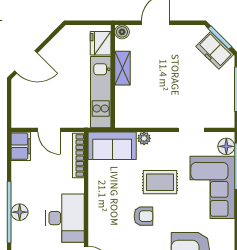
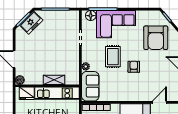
shelving: (123, 68) -> (54, 80), moved

